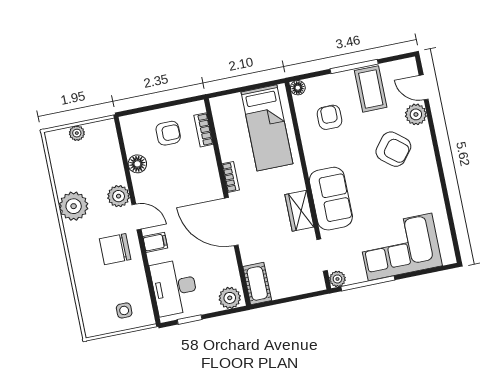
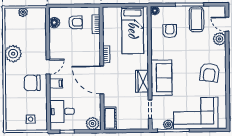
armchair: (393, 149) -> (210, 73), moved, turned 59
floor lamp: (137, 164) -> (54, 23), moved
plant: (119, 196) -> (40, 53), removed
door: (136, 217) -> (48, 67), hinge flipped
plant: (337, 279) -> (168, 124), moved
desk: (174, 287) -> (62, 111), width x0.73

